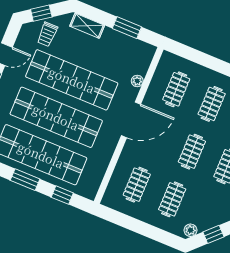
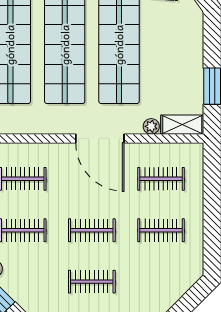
shelving: (87, 26) -> (182, 125), moved, turned 90

